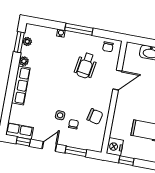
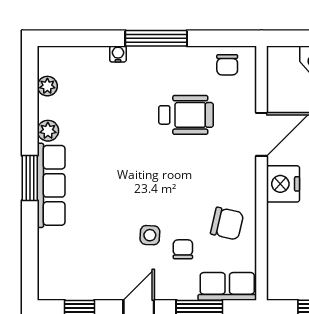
window: (19, 42) -> (30, 178), moved
wheelchair: (86, 65) -> (186, 115), turned -99
row of seats: (19, 131) -> (227, 286), moved
nightstand: (115, 147) -> (283, 184), moved

